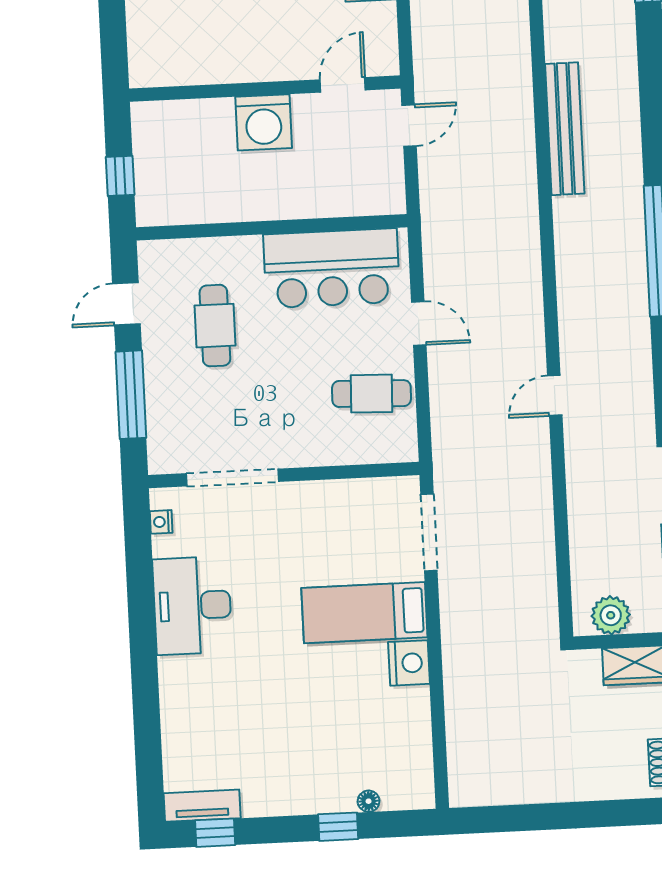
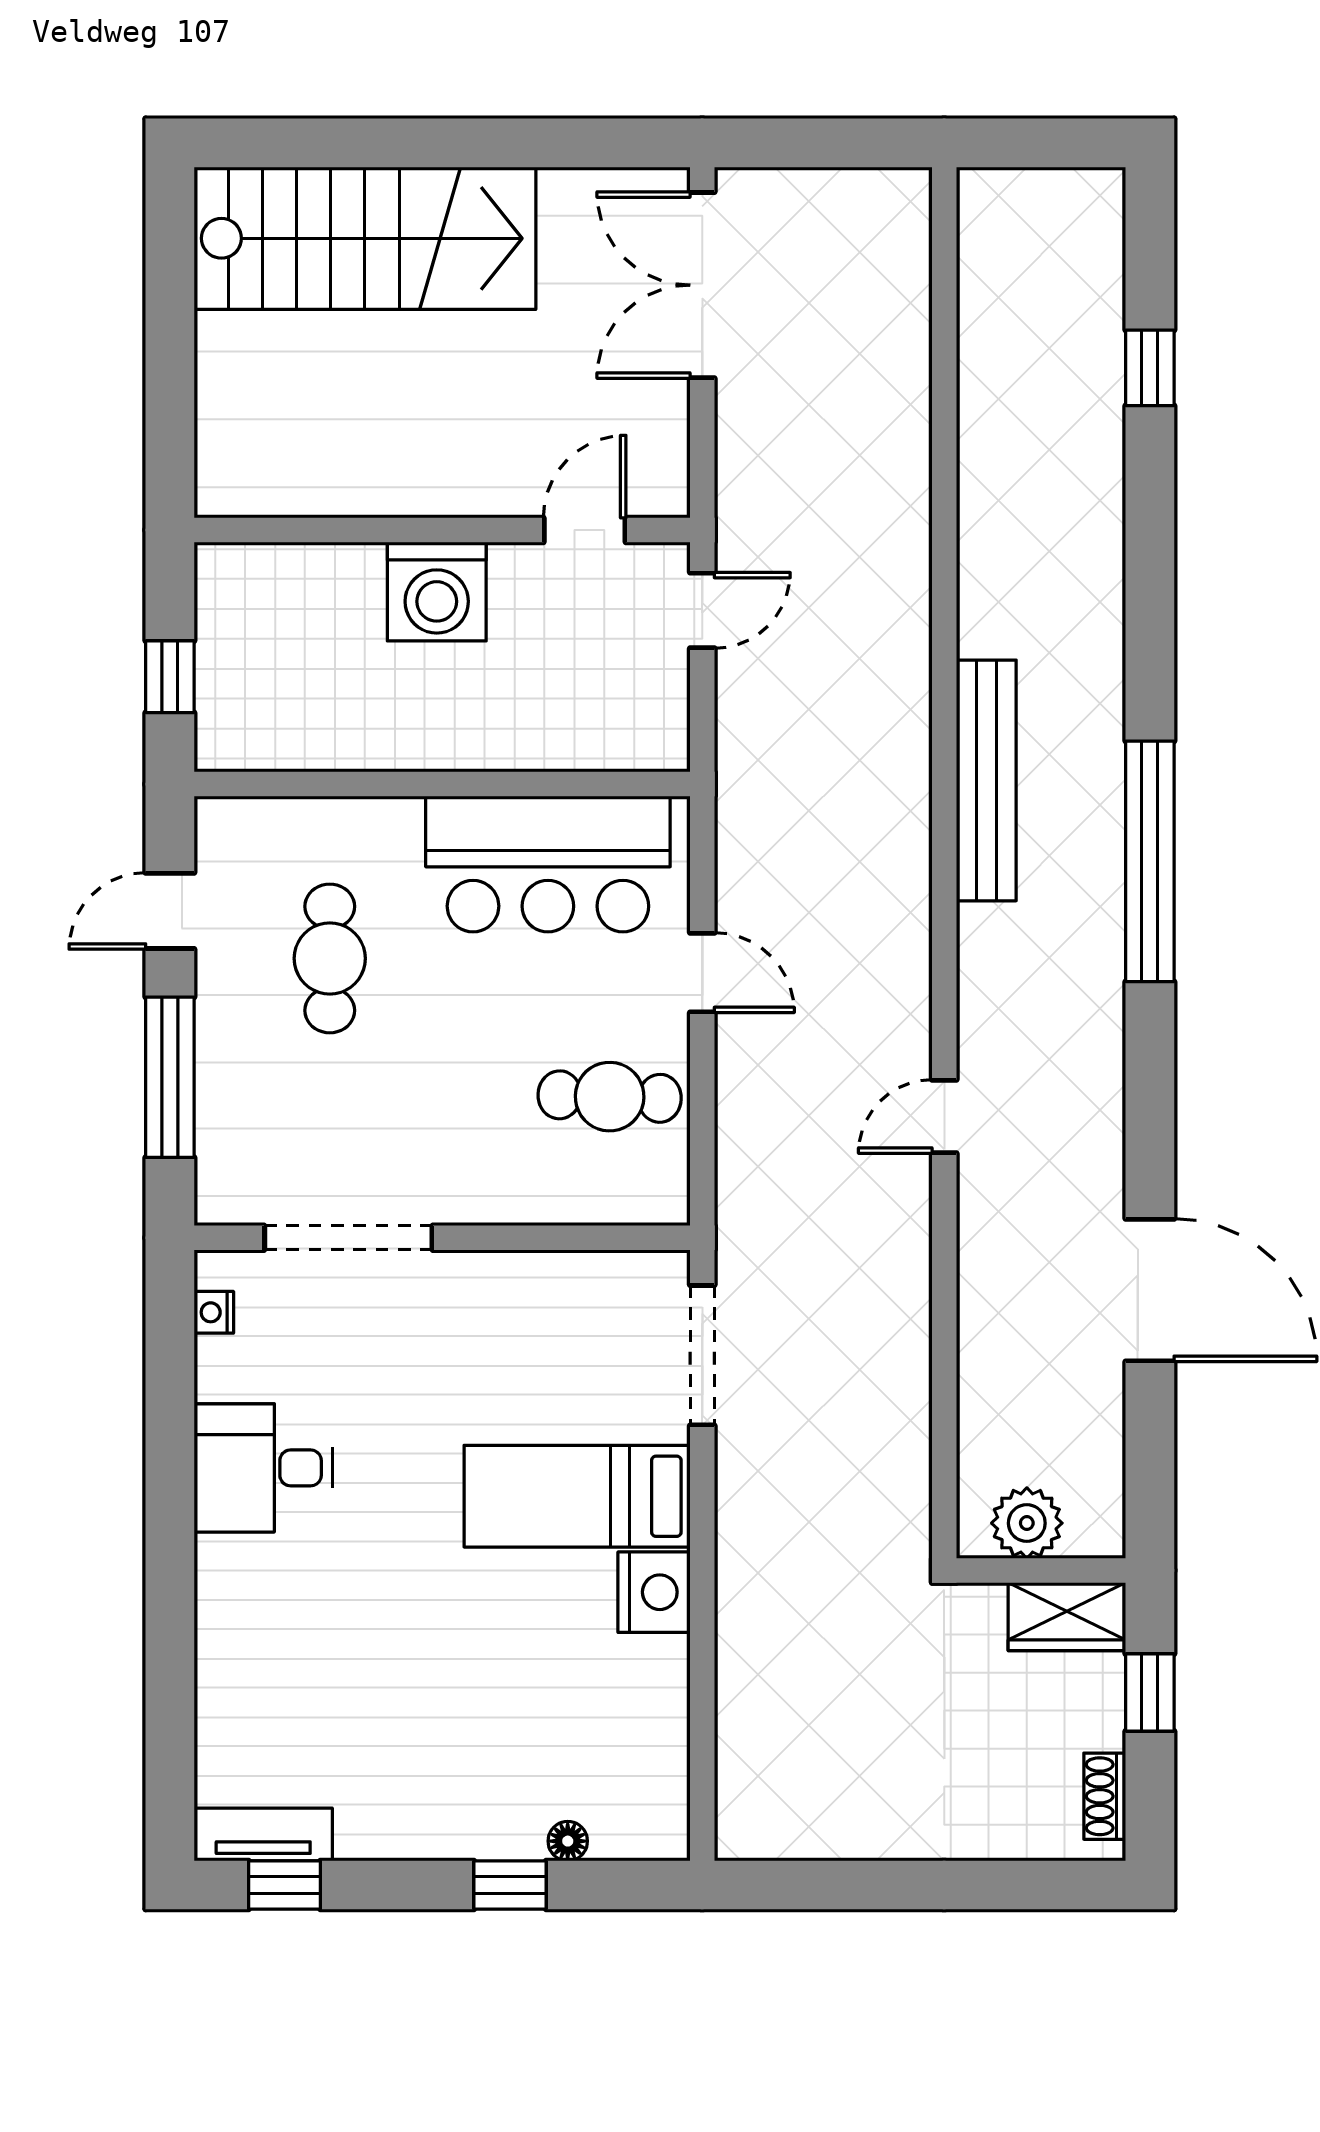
bench: (565, 129) -> (986, 780), moved
desk: (192, 606) -> (263, 1468), width x0.73

